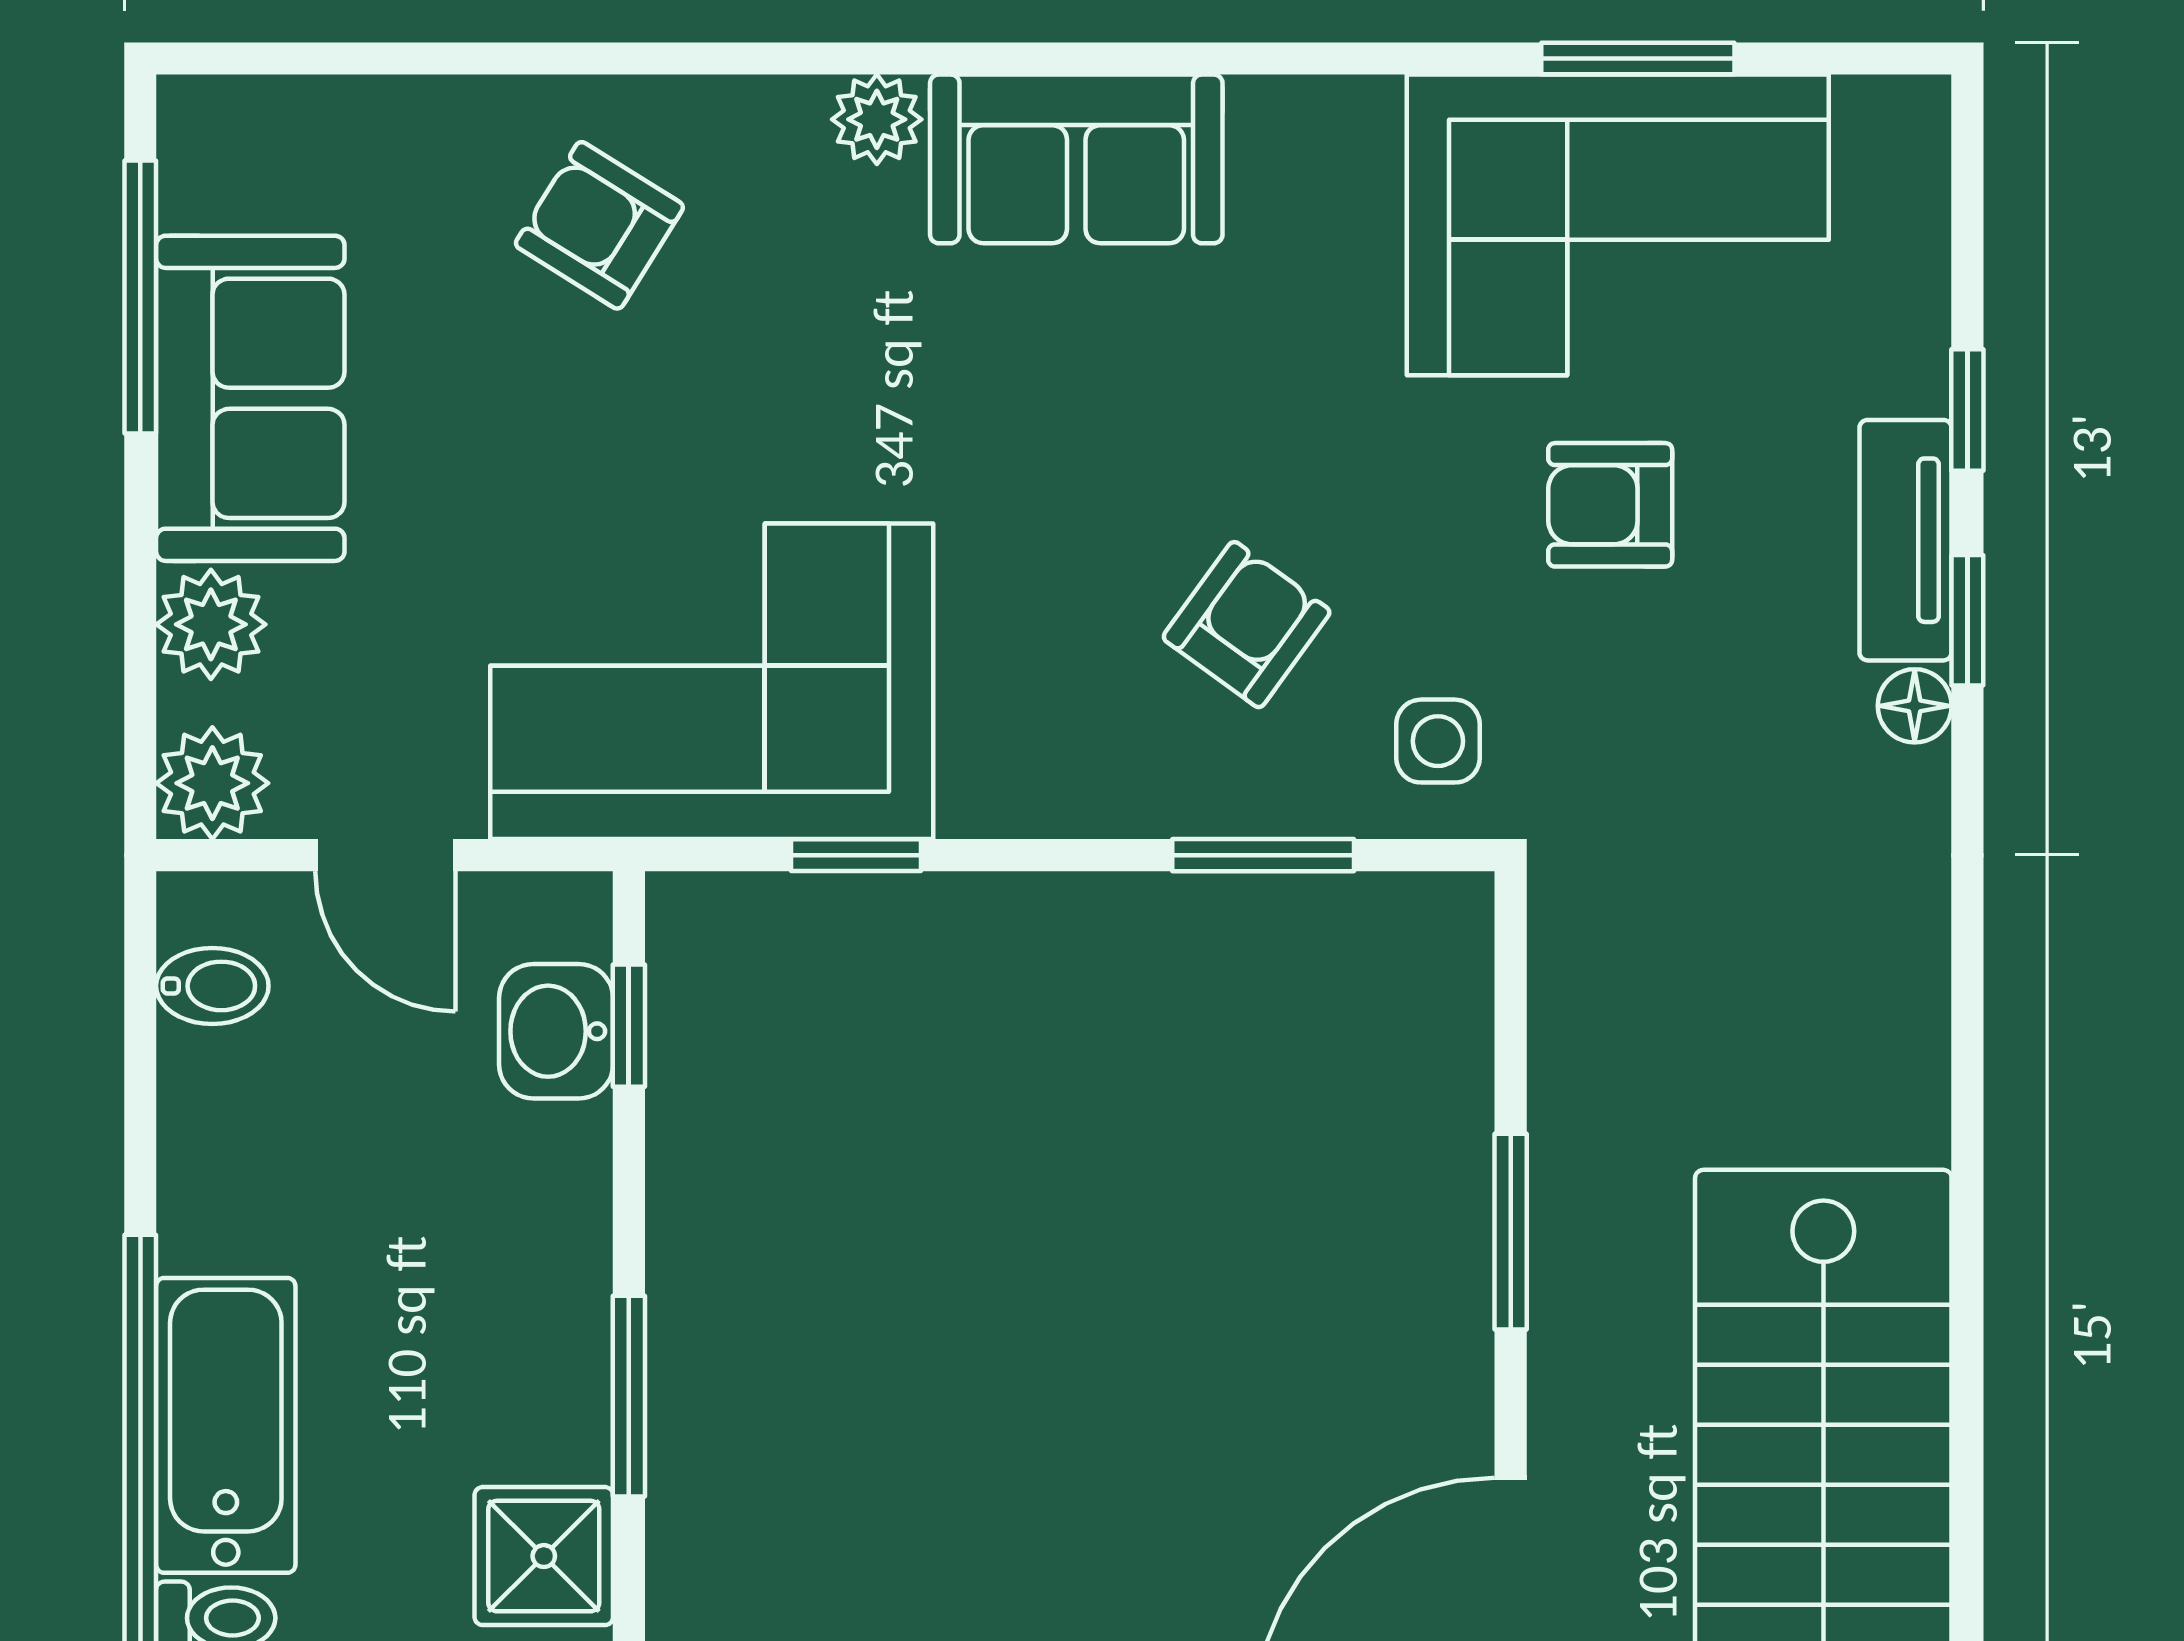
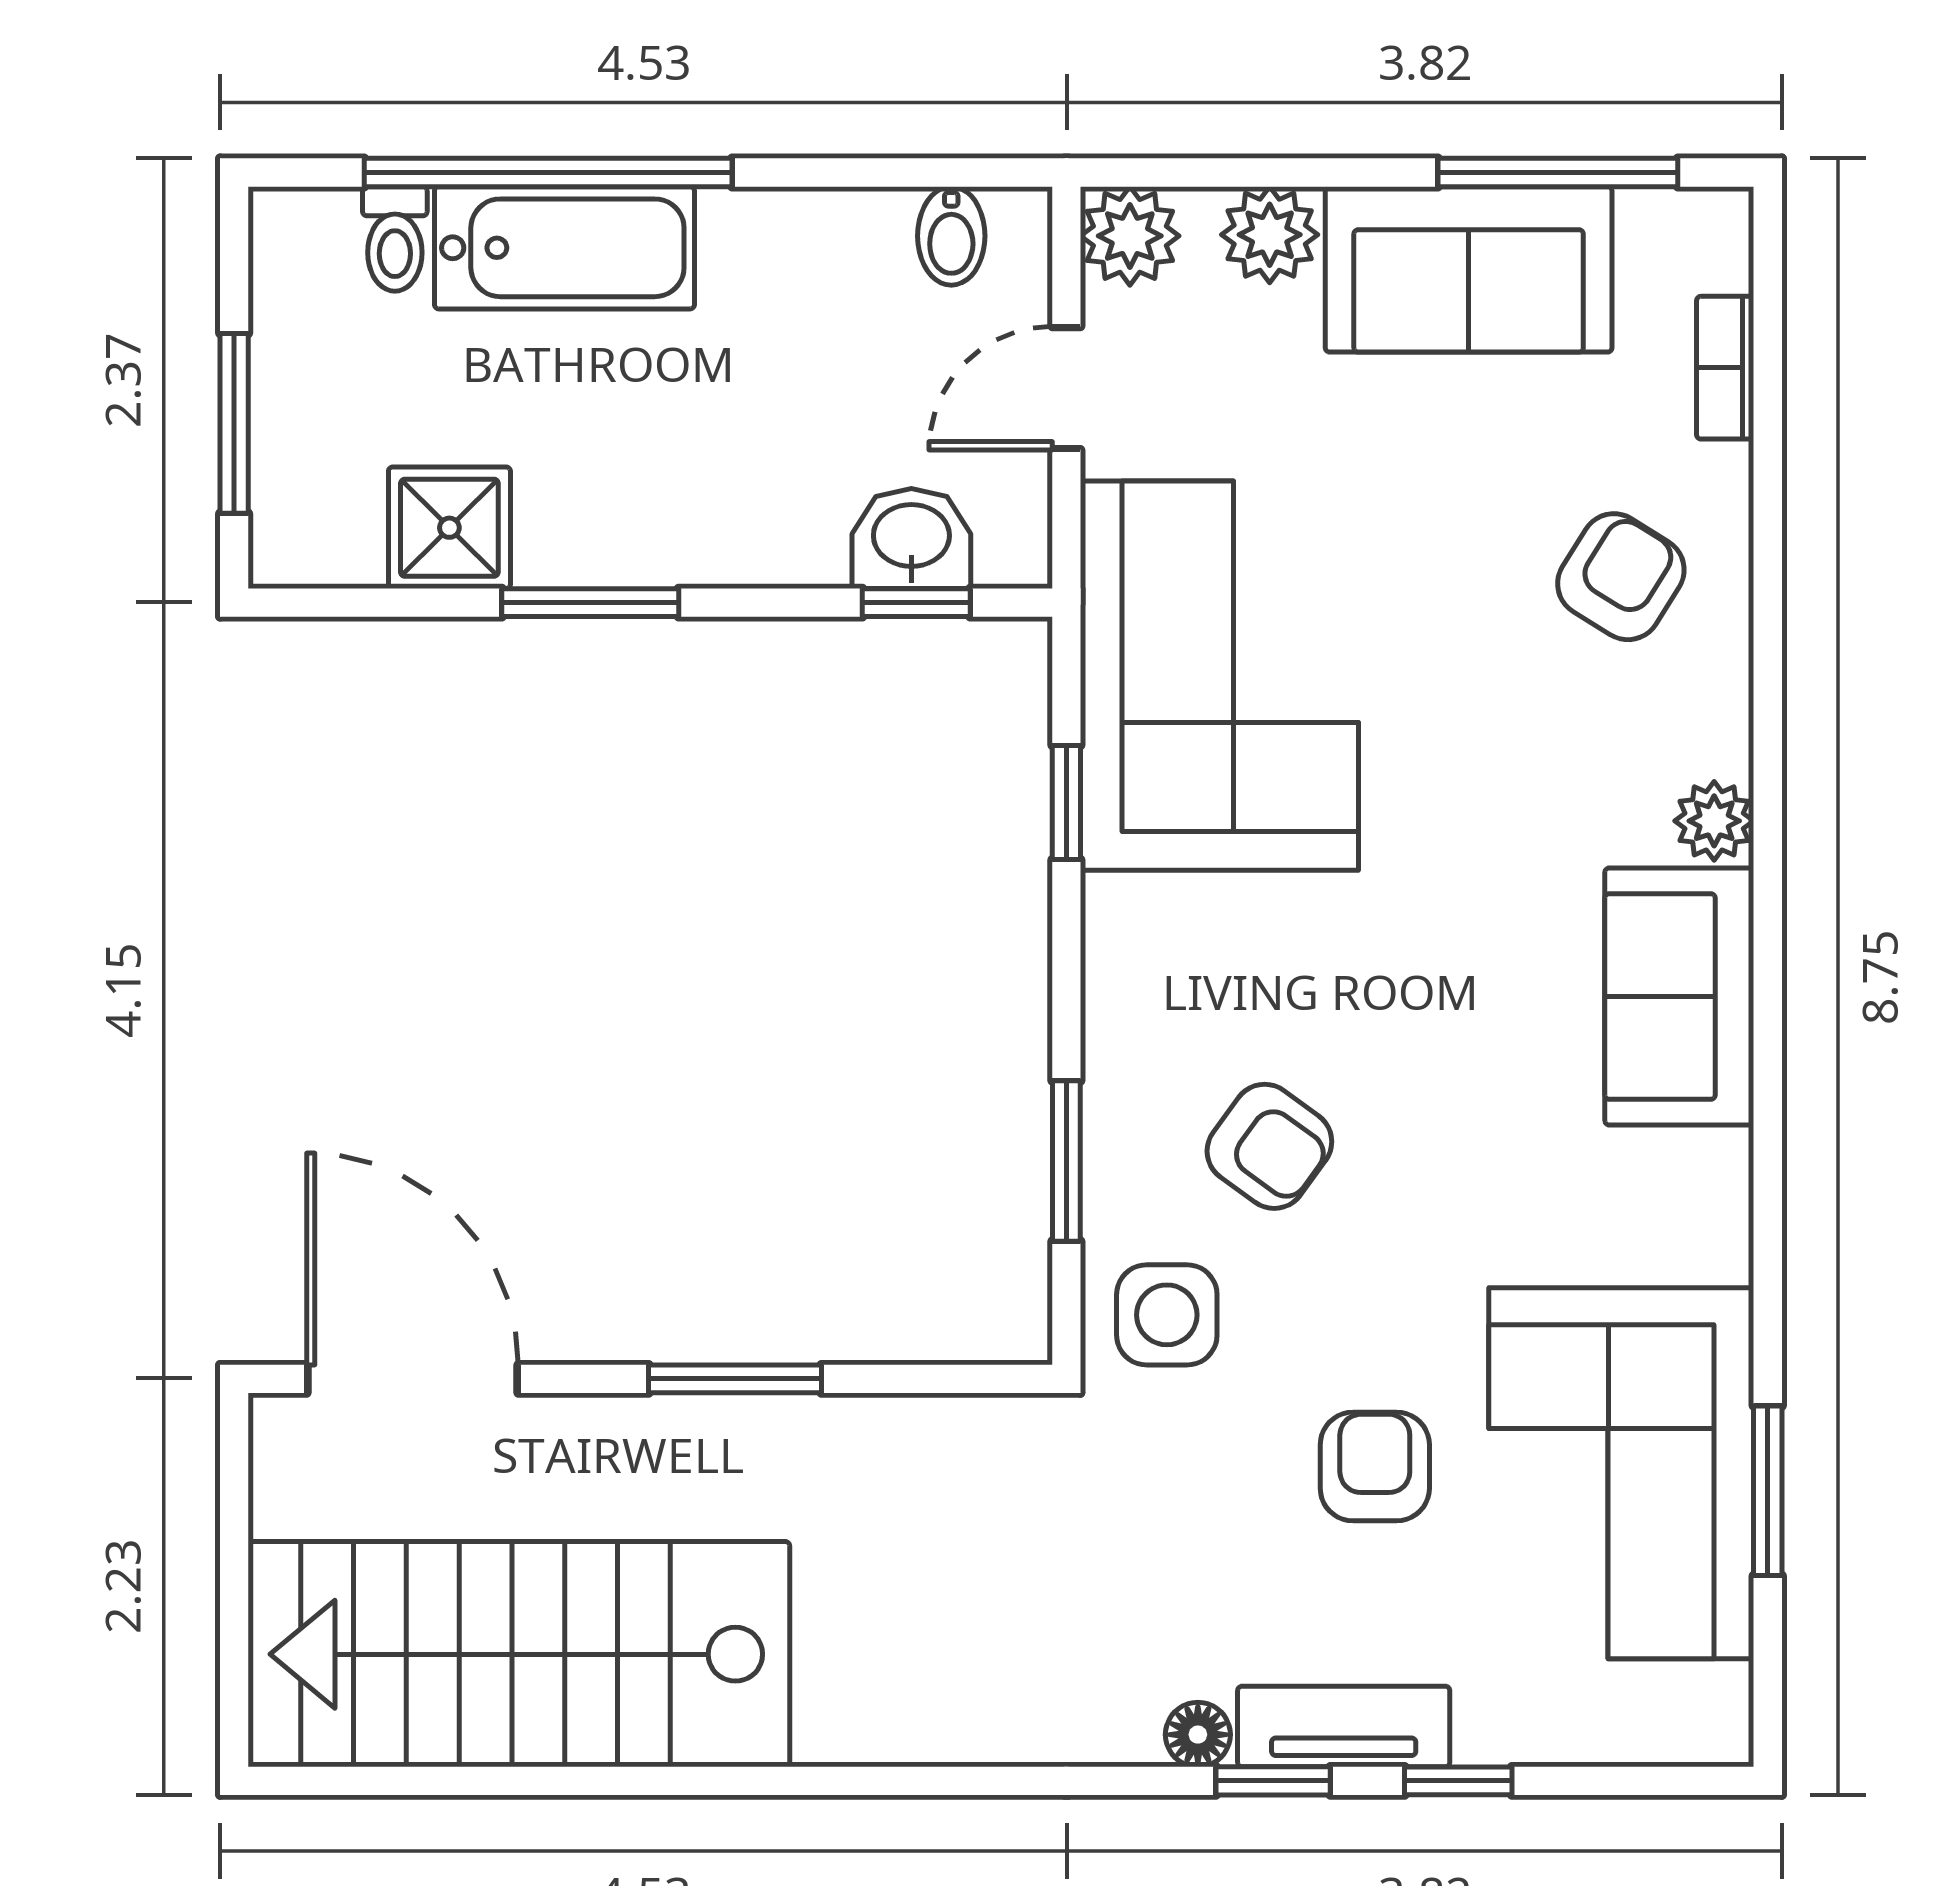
bookcase: (362, 107) -> (1725, 368), added
side table: (1438, 741) -> (1167, 1315), width x1.37, depth x1.37

